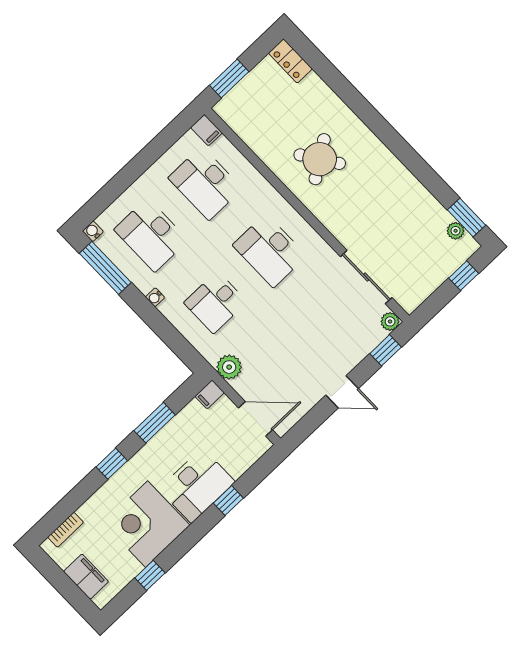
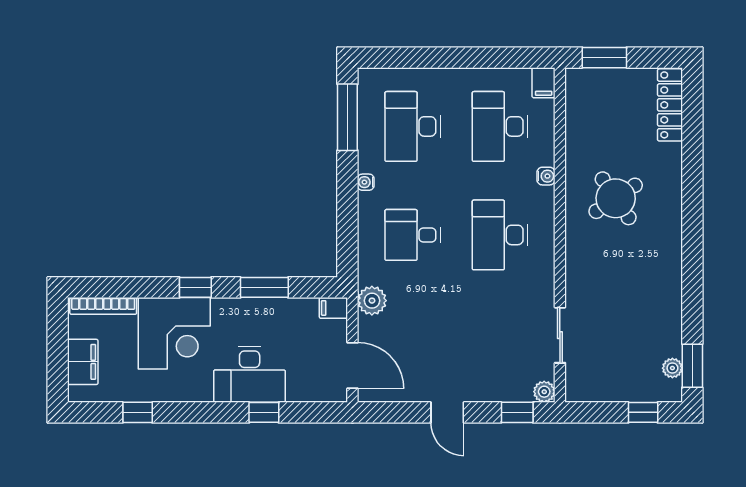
locker: (290, 61) -> (670, 105), width x1.53
water cooler: (93, 231) -> (546, 176), moved, turned 90
sliding door: (366, 277) -> (560, 335), width x0.73
corner desk: (147, 524) -> (174, 333), moved, turned 180
bookcase: (66, 530) -> (103, 306), width x1.56

